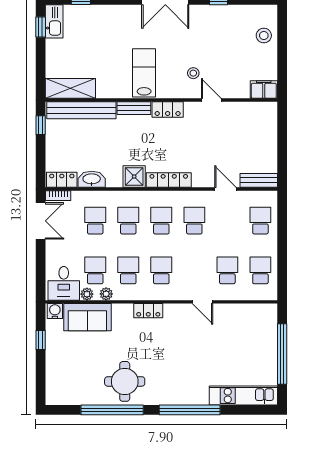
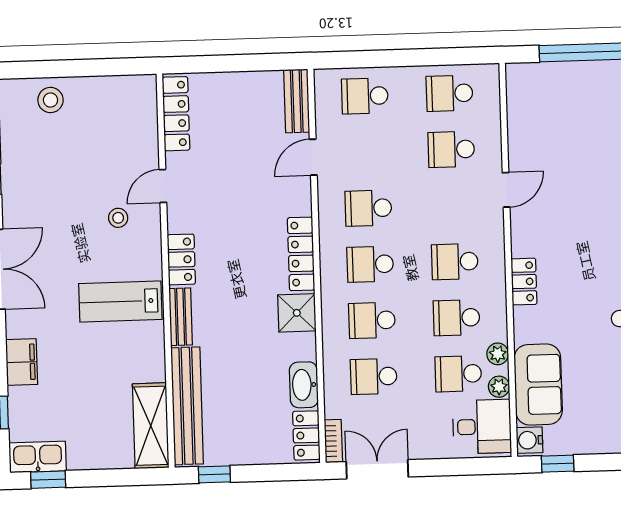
filing cabinet: (264, 90) -> (22, 362), moved, turned 180
locker: (253, 109) -> (176, 114), added
window: (41, 340) -> (558, 464), moved

